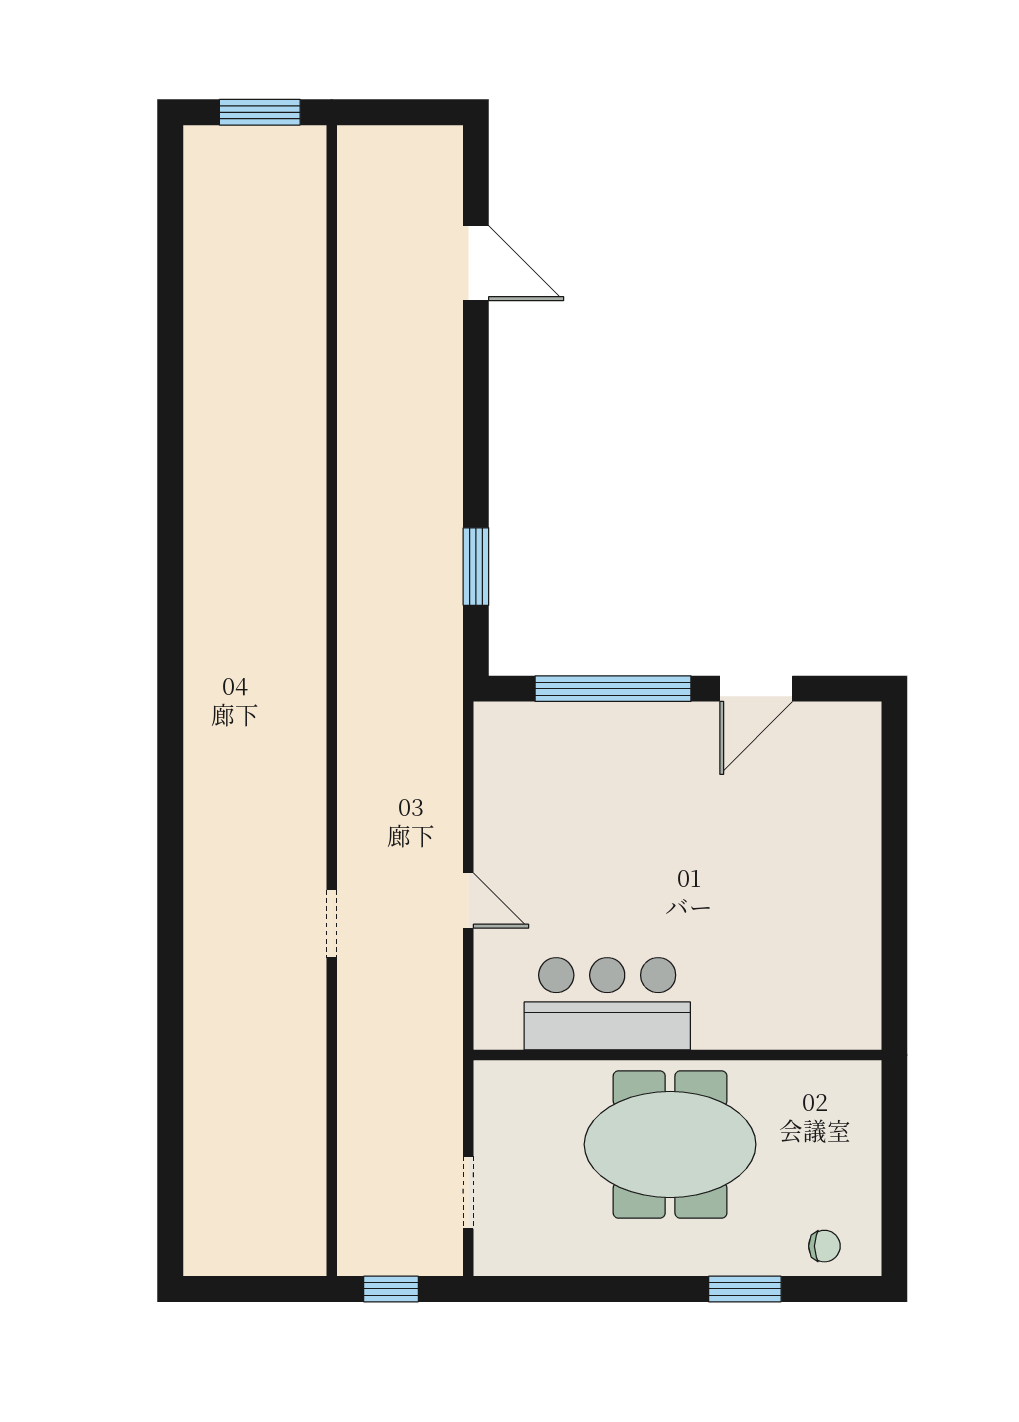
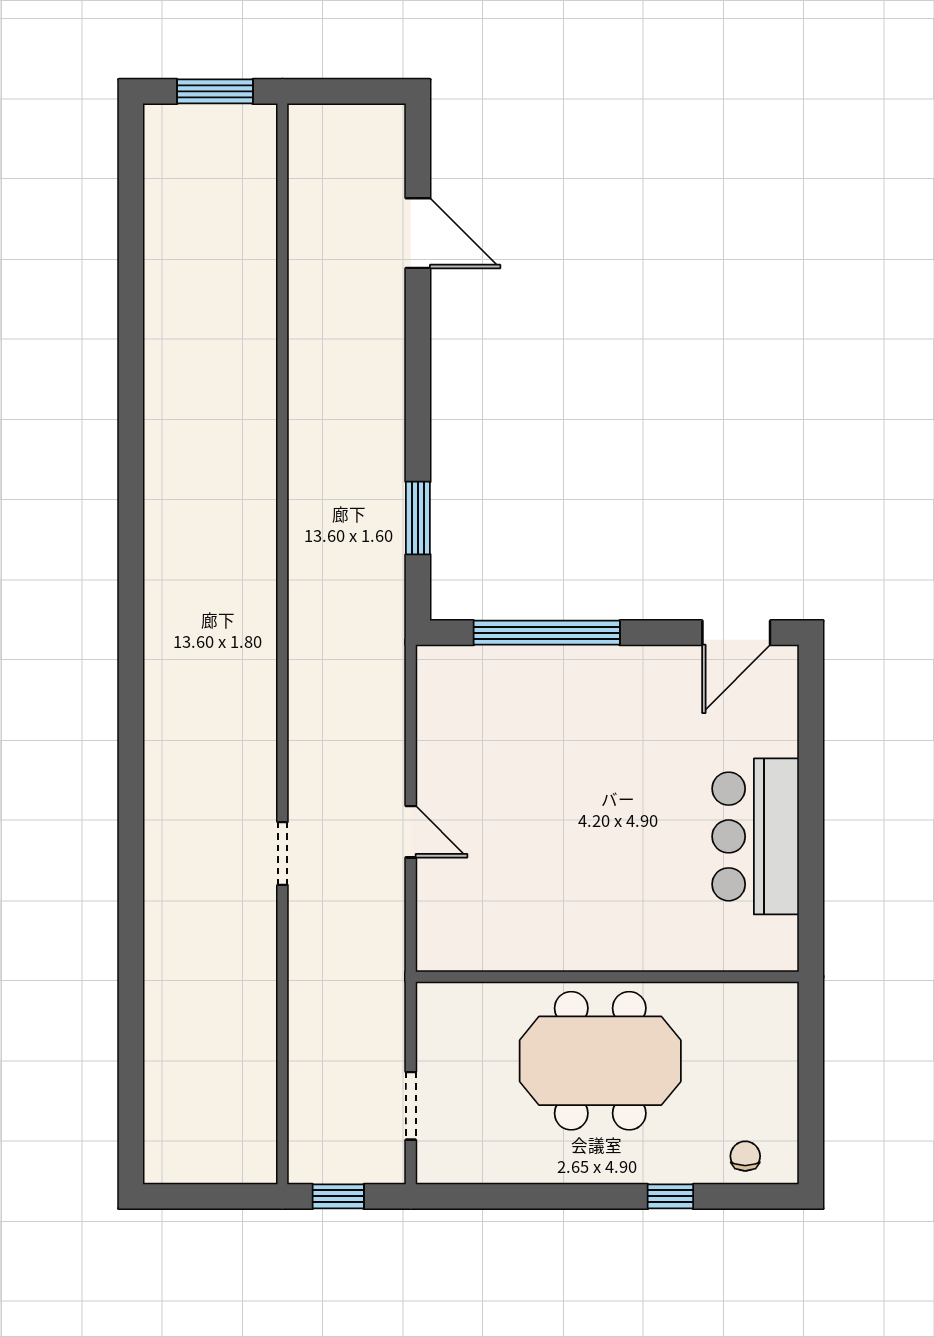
door: (756, 689) -> (736, 633), moved
bar counter: (607, 1004) -> (755, 836), moved, turned -90
chair: (824, 1246) -> (745, 1156), turned -90
window: (745, 1289) -> (670, 1196), width x0.67

